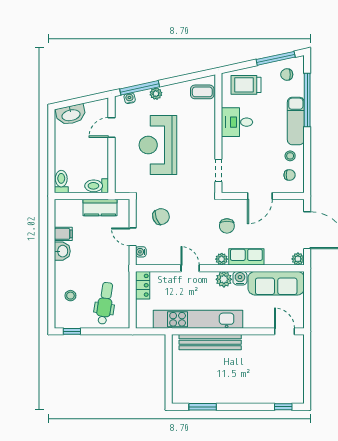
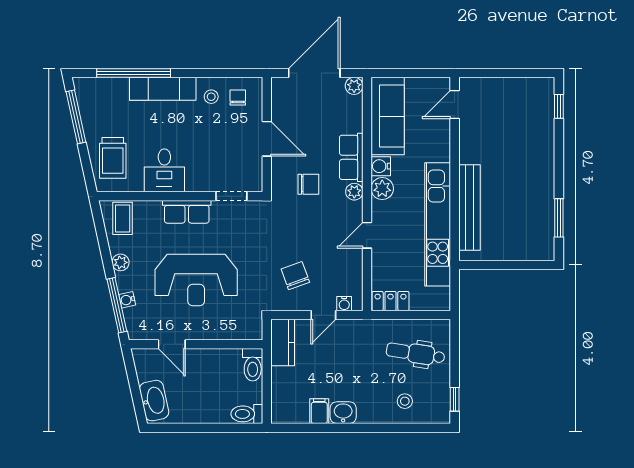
chair: (287, 75) -> (98, 101), removed
plant: (156, 94) -> (120, 262), moved
water cooler: (130, 98) -> (127, 300), moved
row of seats: (207, 138) -> (187, 212), added
kitchen counter: (100, 207) -> (283, 343), moved

